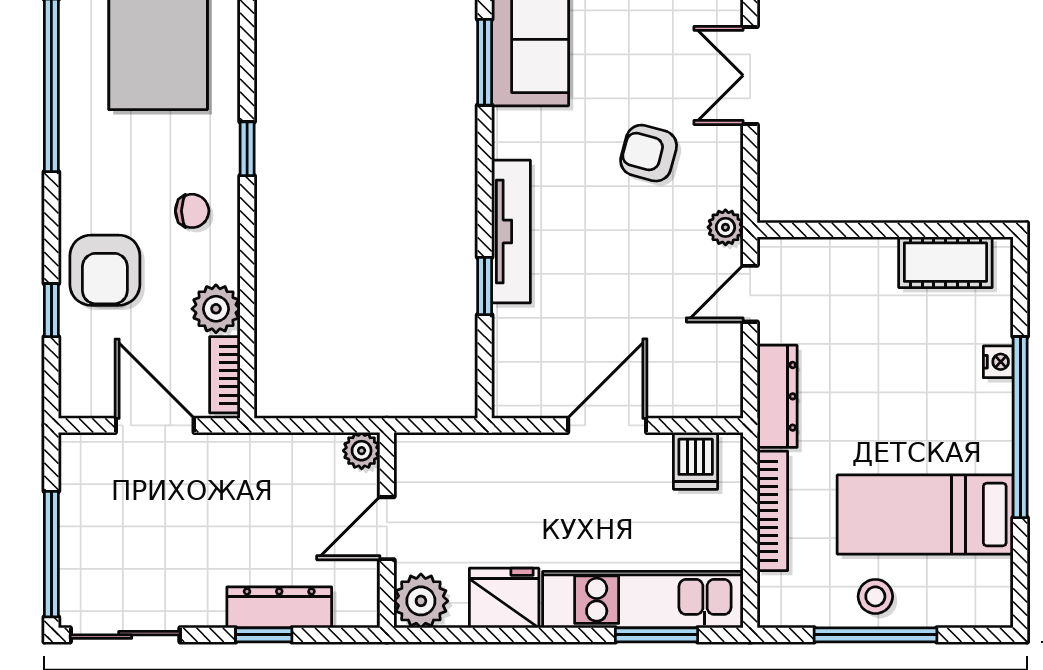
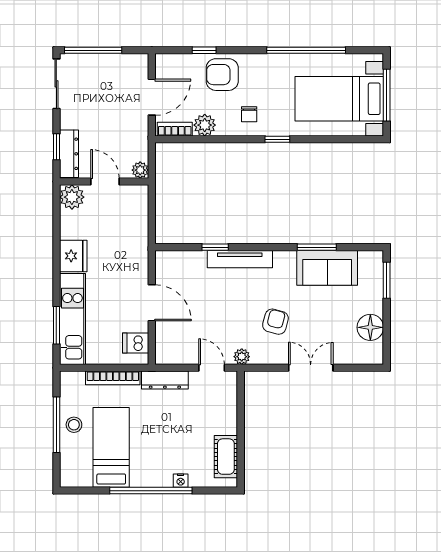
plant: (362, 451) -> (140, 170), moved
door: (387, 528) -> (105, 182), moved
wall: (387, 530) -> (104, 182), moved
plant: (421, 601) -> (72, 197), moved

